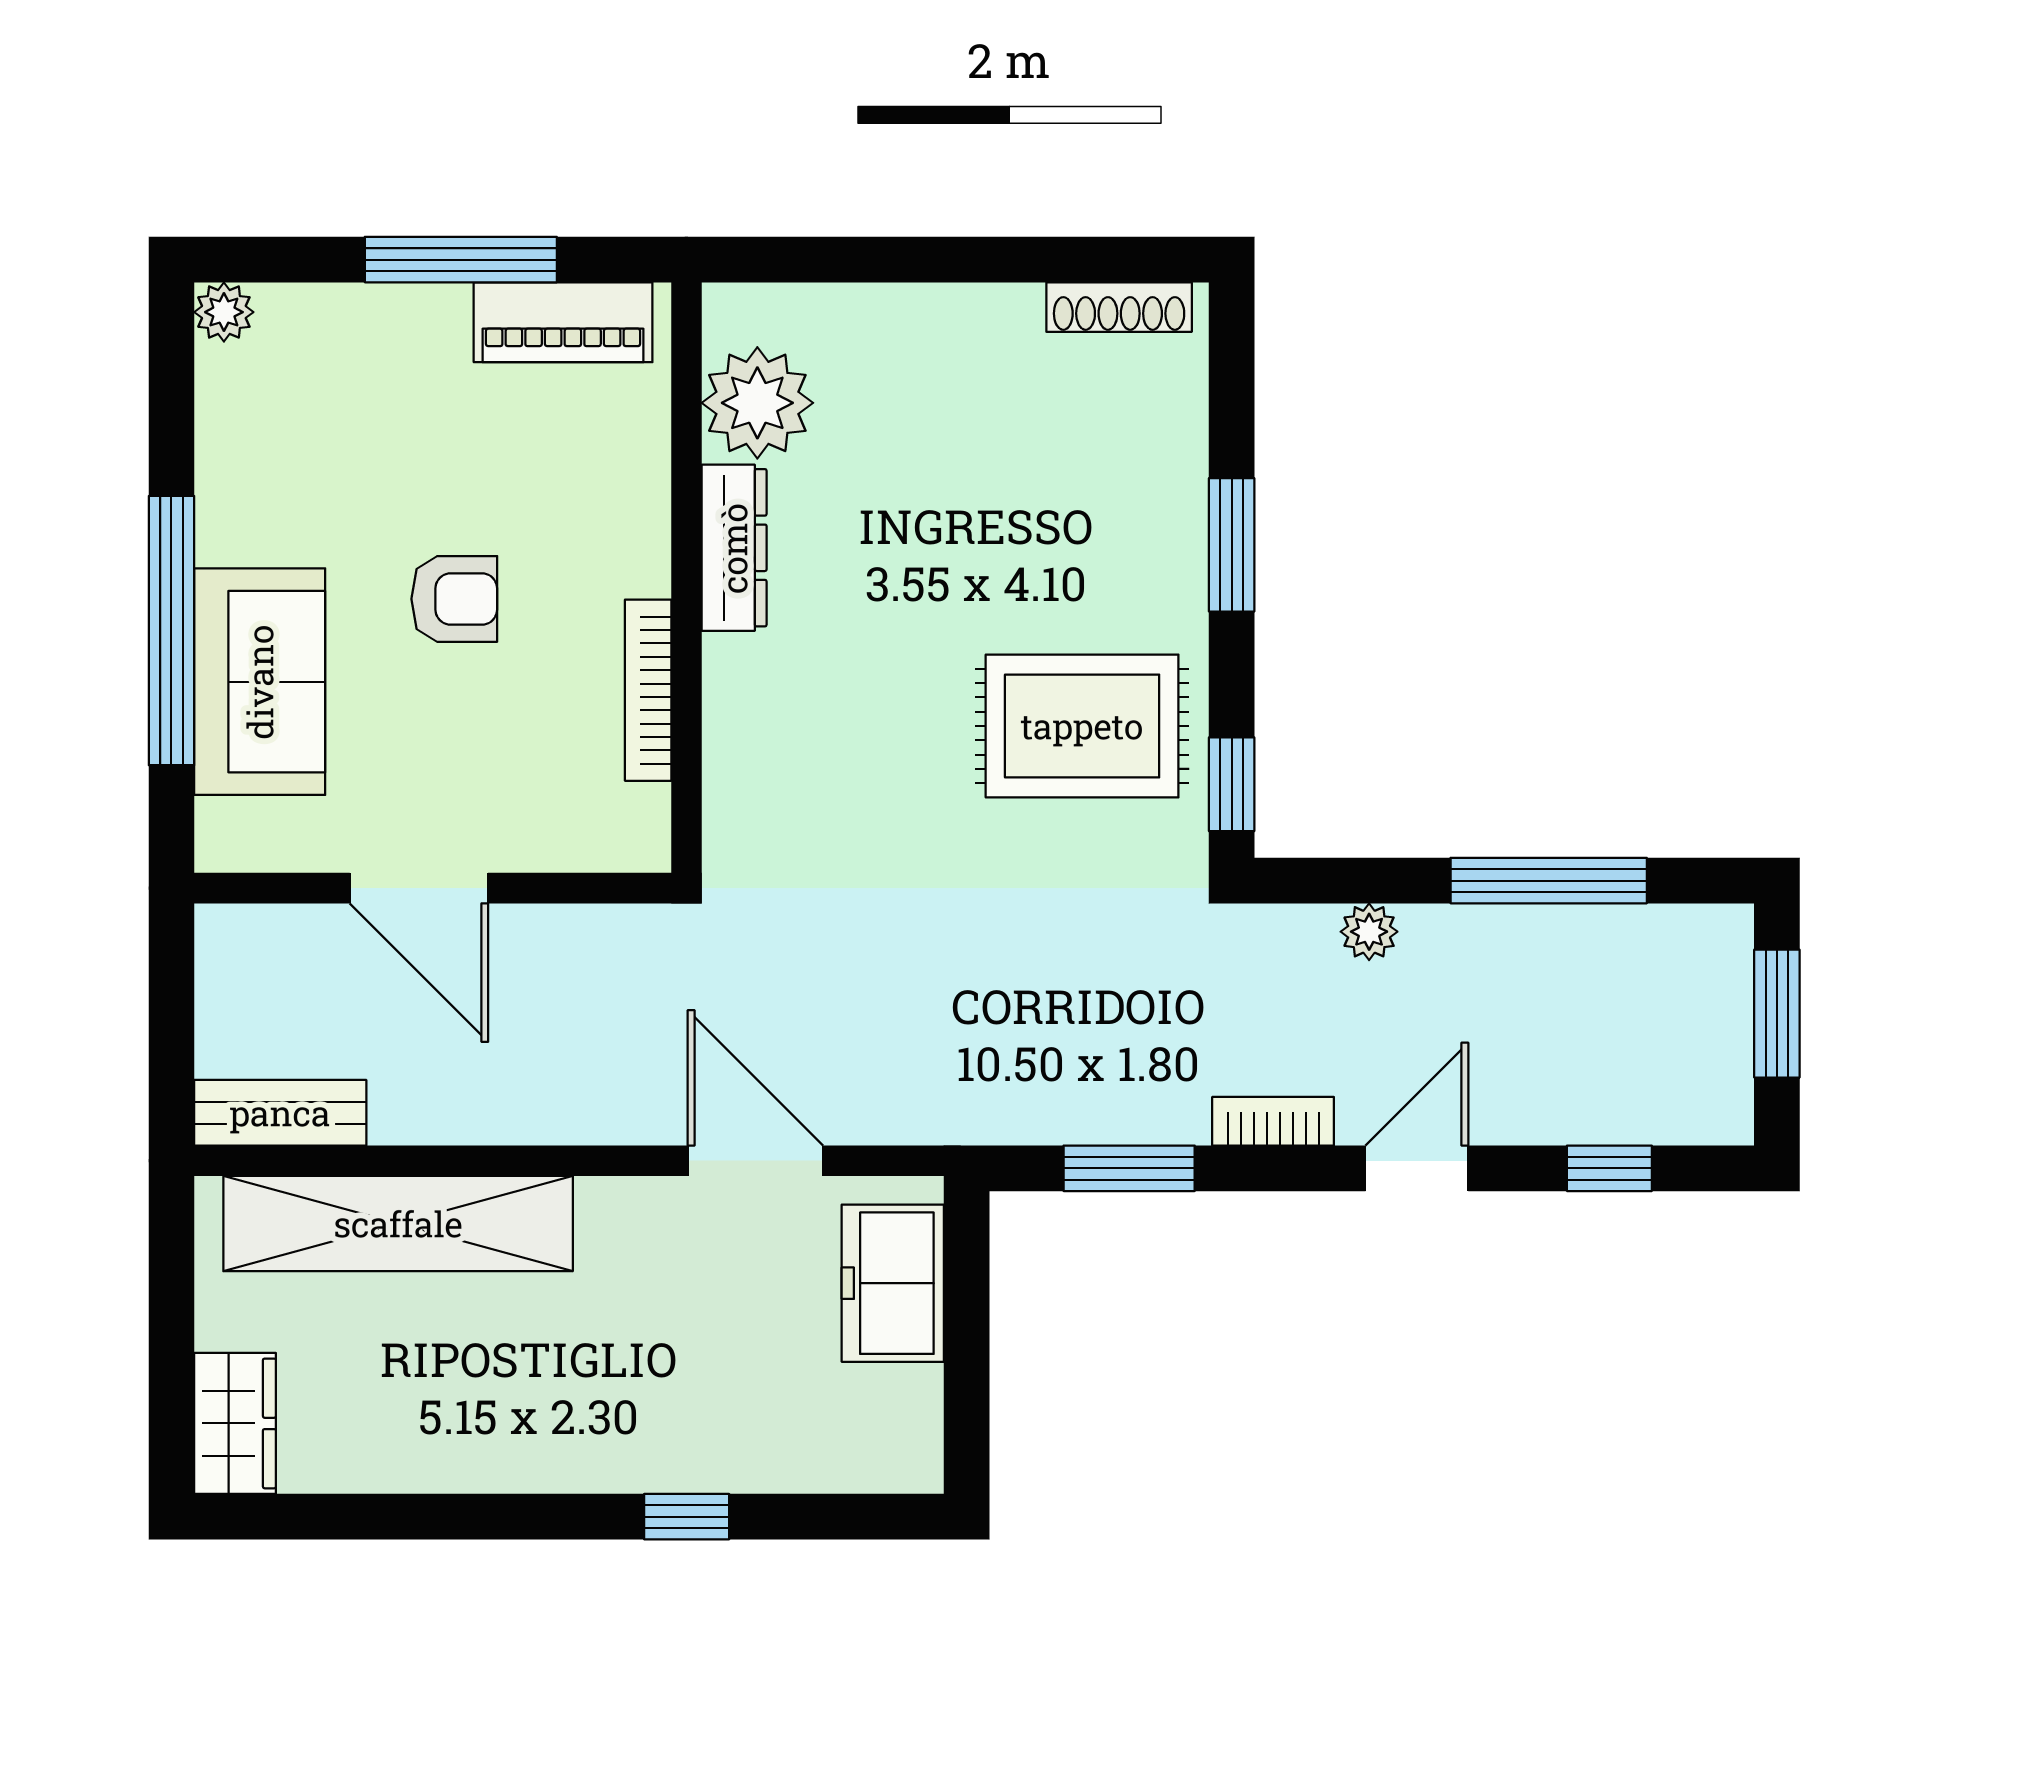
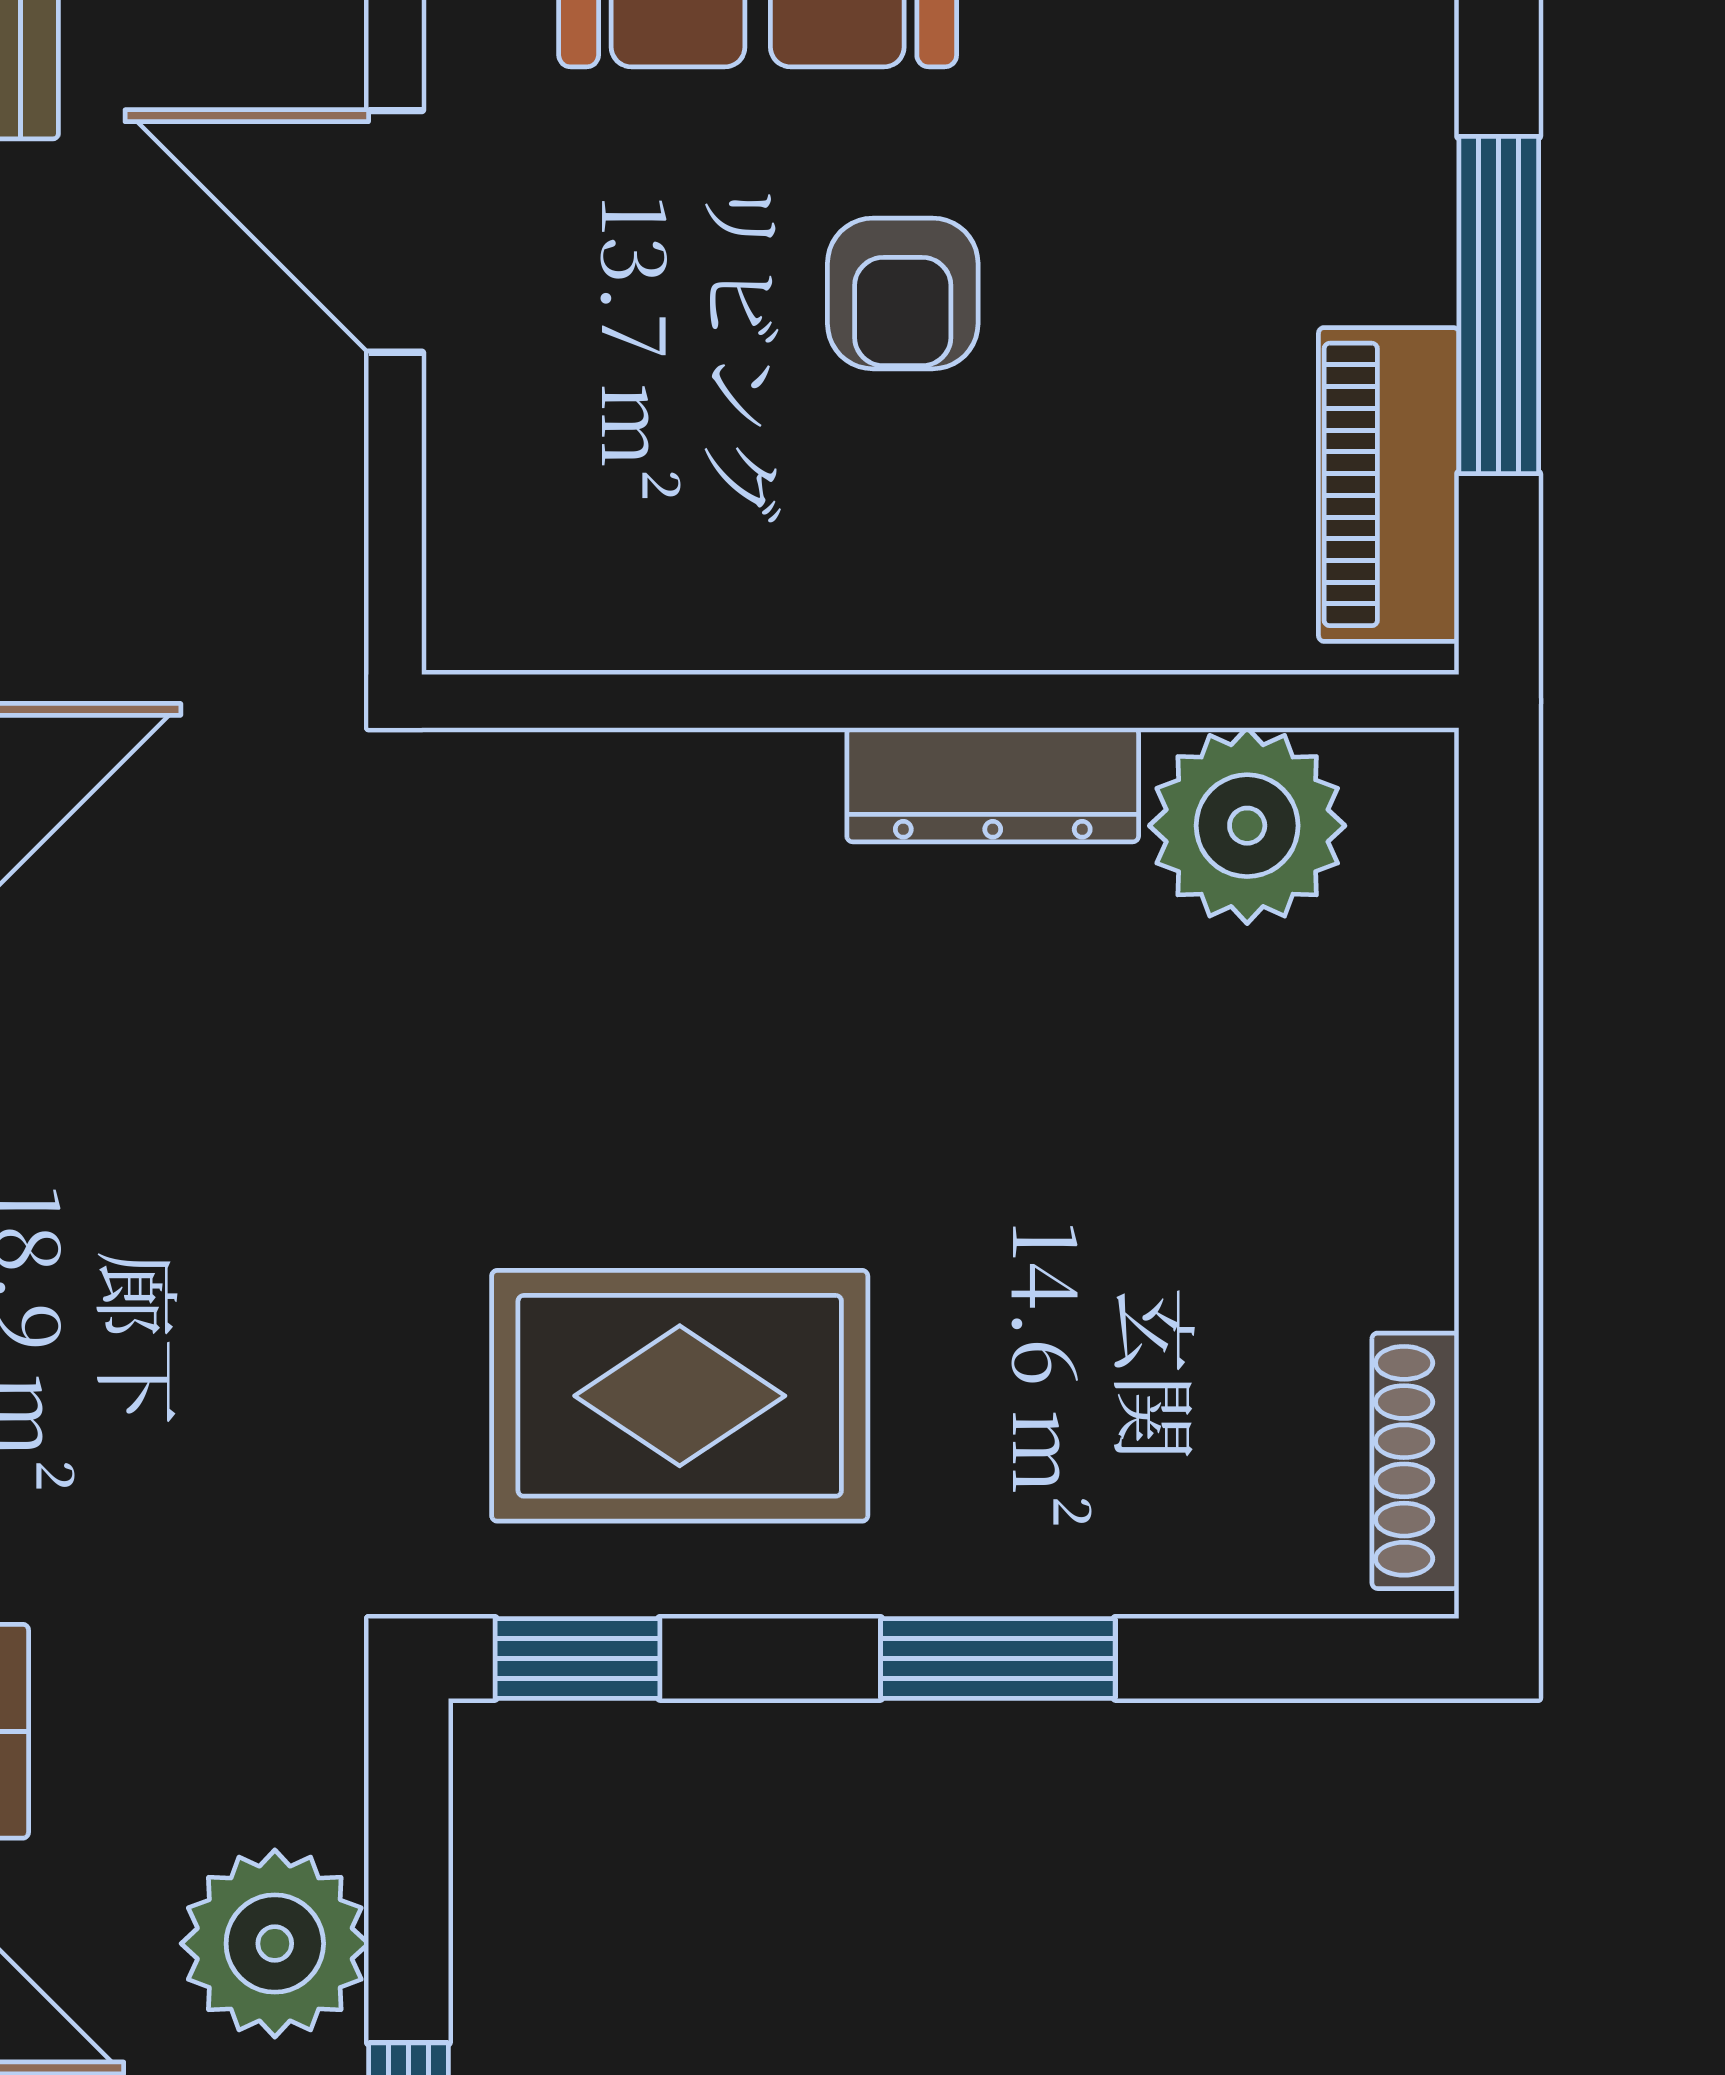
bookcase: (648, 690) -> (743, 634), removed
rug: (1082, 726) -> (680, 1396), turned 90
door: (419, 888) -> (395, 231), hinge flipped
plant: (1369, 932) -> (275, 1944), width x1.88, depth x1.88

